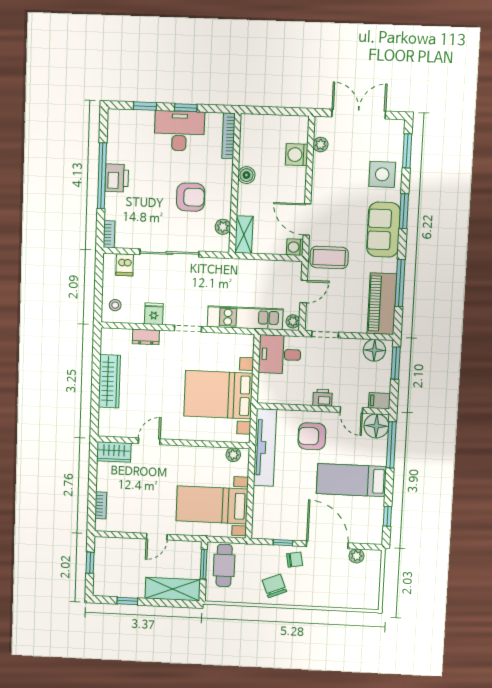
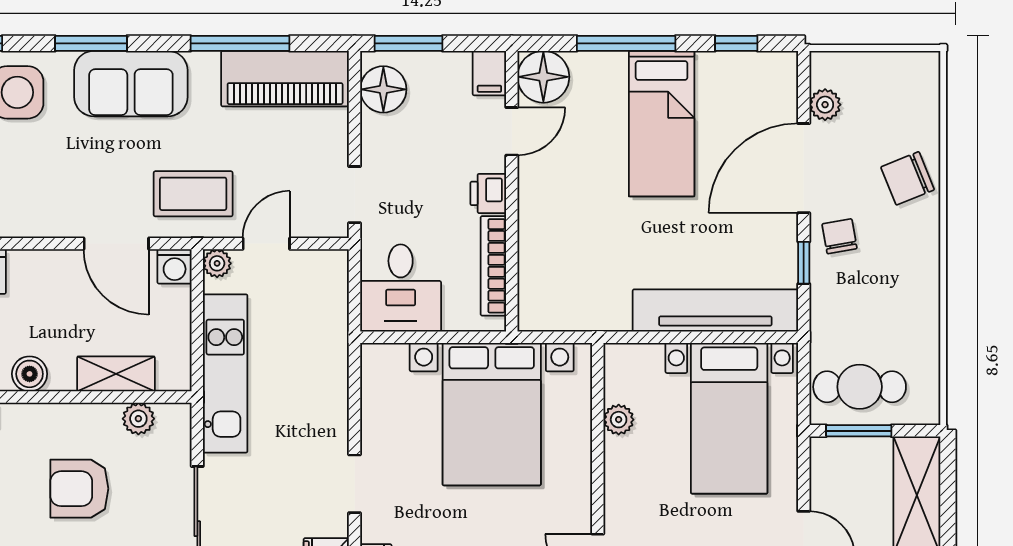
armchair: (191, 197) -> (79, 489), turned -90
door: (307, 219) -> (116, 244), hinge flipped
shelving: (244, 235) -> (116, 374), moved
coffee table: (329, 257) -> (193, 194), turned 90
door: (304, 292) -> (266, 244), hinge flipped
kitchen unit: (245, 318) -> (225, 373), moved, turned 180
plant: (293, 321) -> (217, 263), moved
bookcase: (288, 399) -> (493, 266), added
armchair: (312, 436) -> (571, 212), removed
window: (391, 445) -> (626, 43), moved
tv unit: (265, 447) -> (715, 310), moved
plant: (233, 455) -> (619, 420), moved
chair: (274, 586) -> (908, 178), moved

